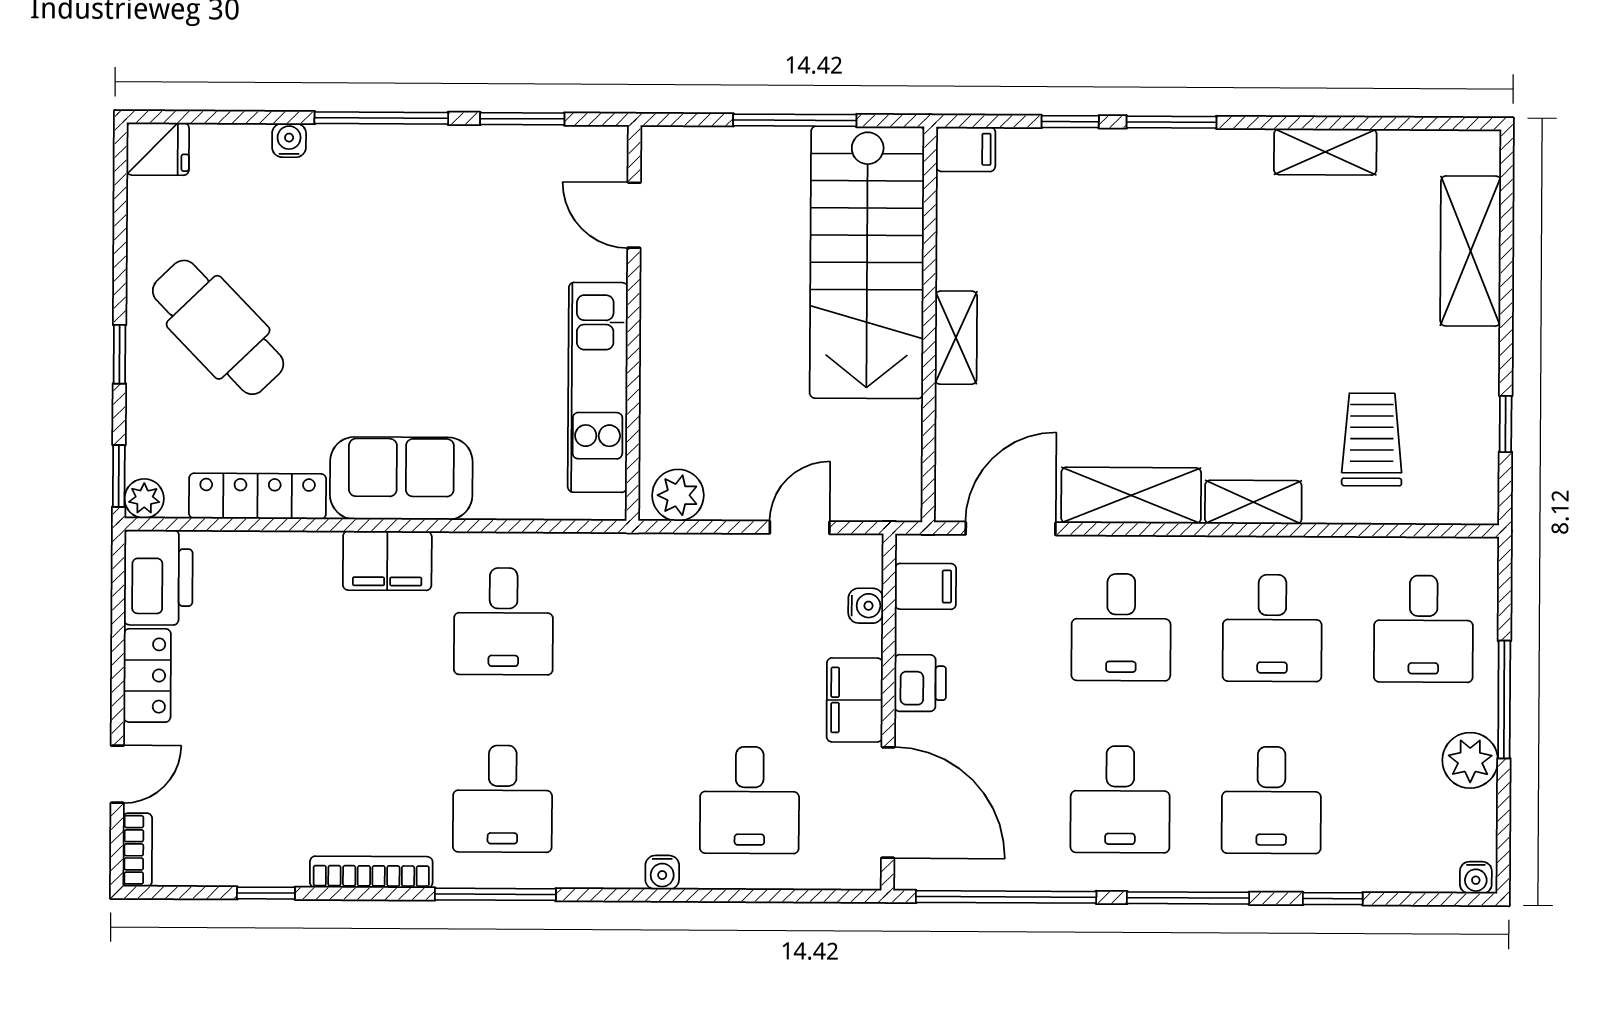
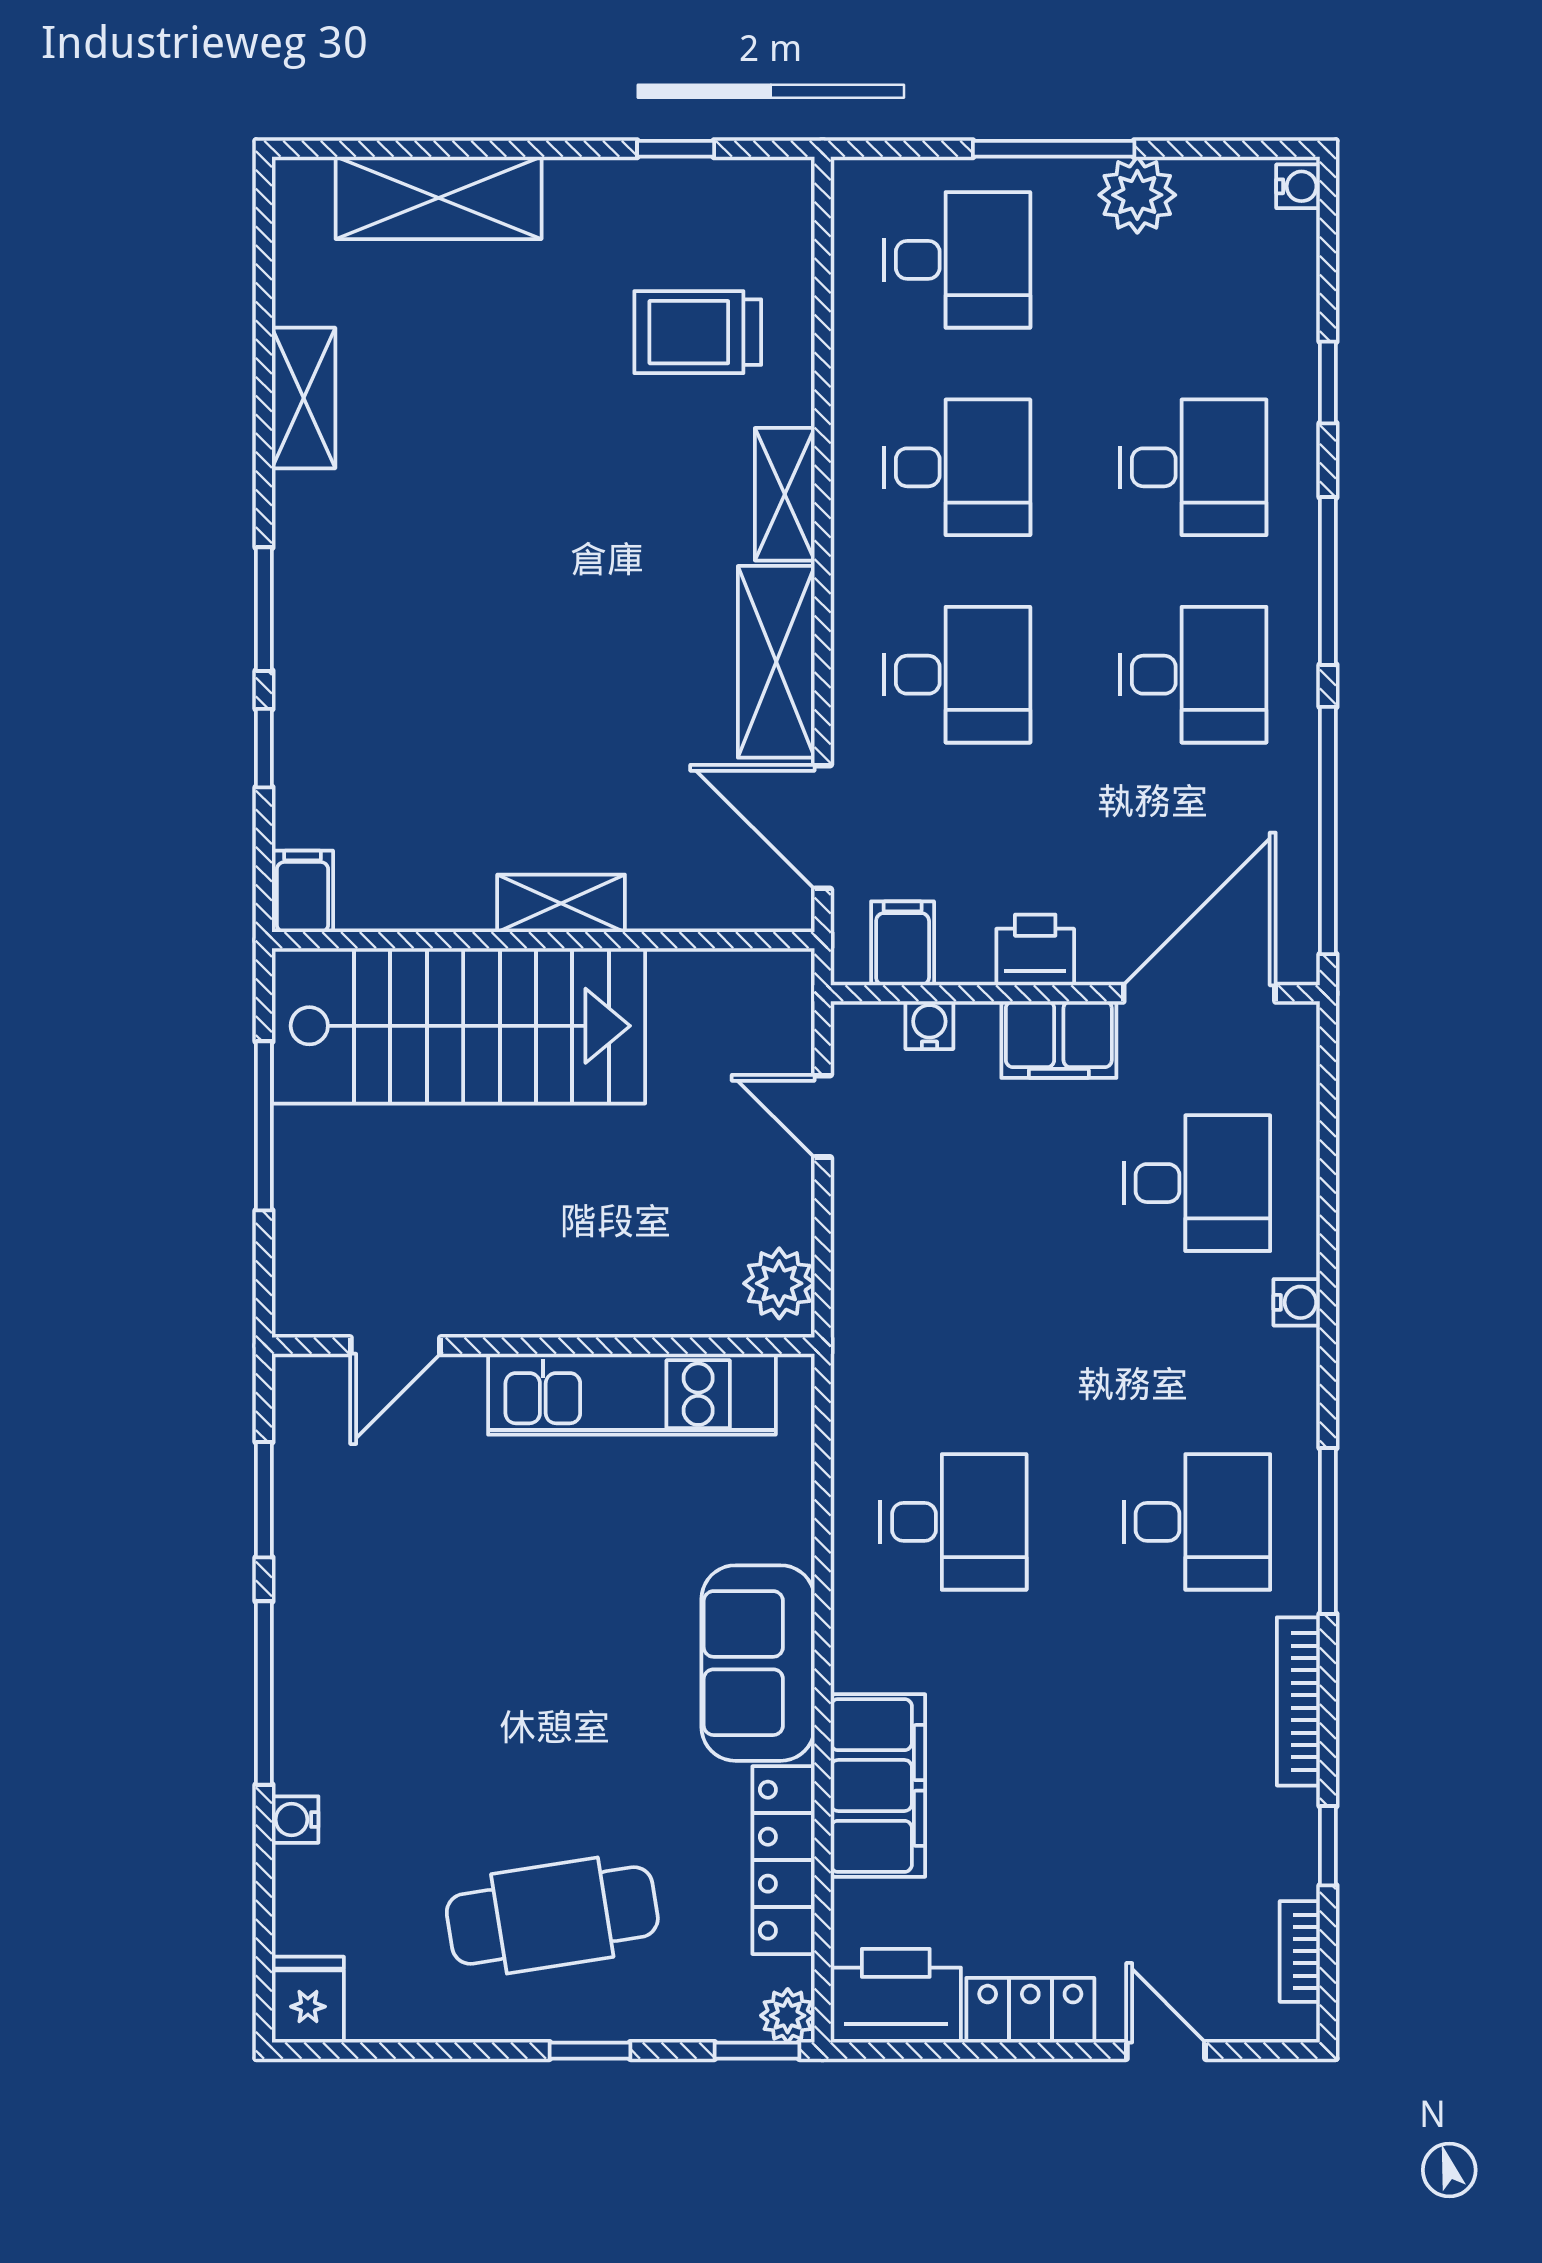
cafe table: (218, 327) -> (552, 1915), turned 35
filing cabinet: (387, 561) -> (878, 1785), moved, width x1.50, depth x1.17
bookcase: (137, 850) -> (1300, 1951), moved, turned -90

